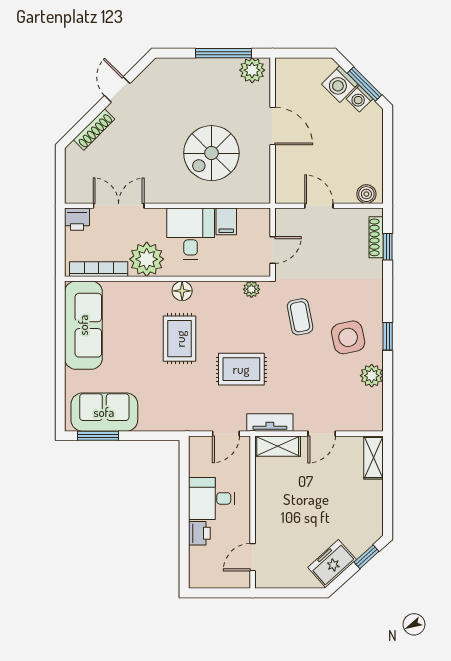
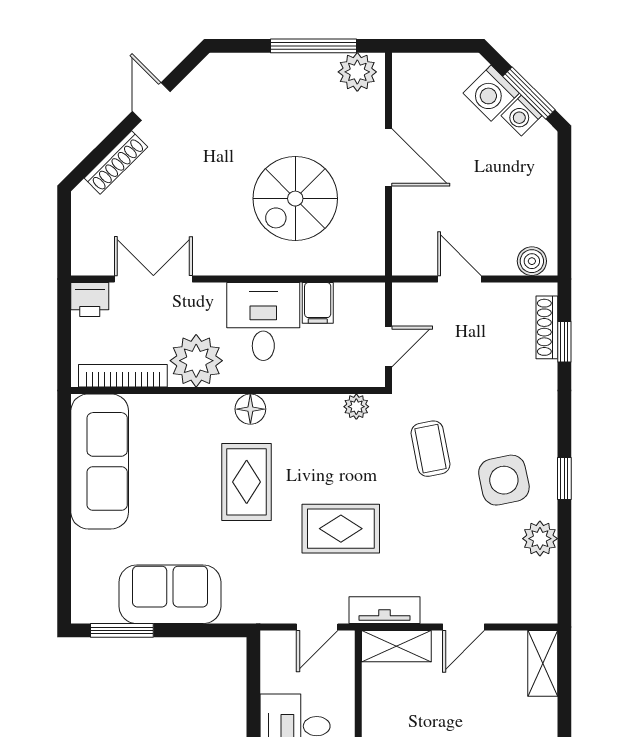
sofa: (104, 412) -> (170, 594), moved

